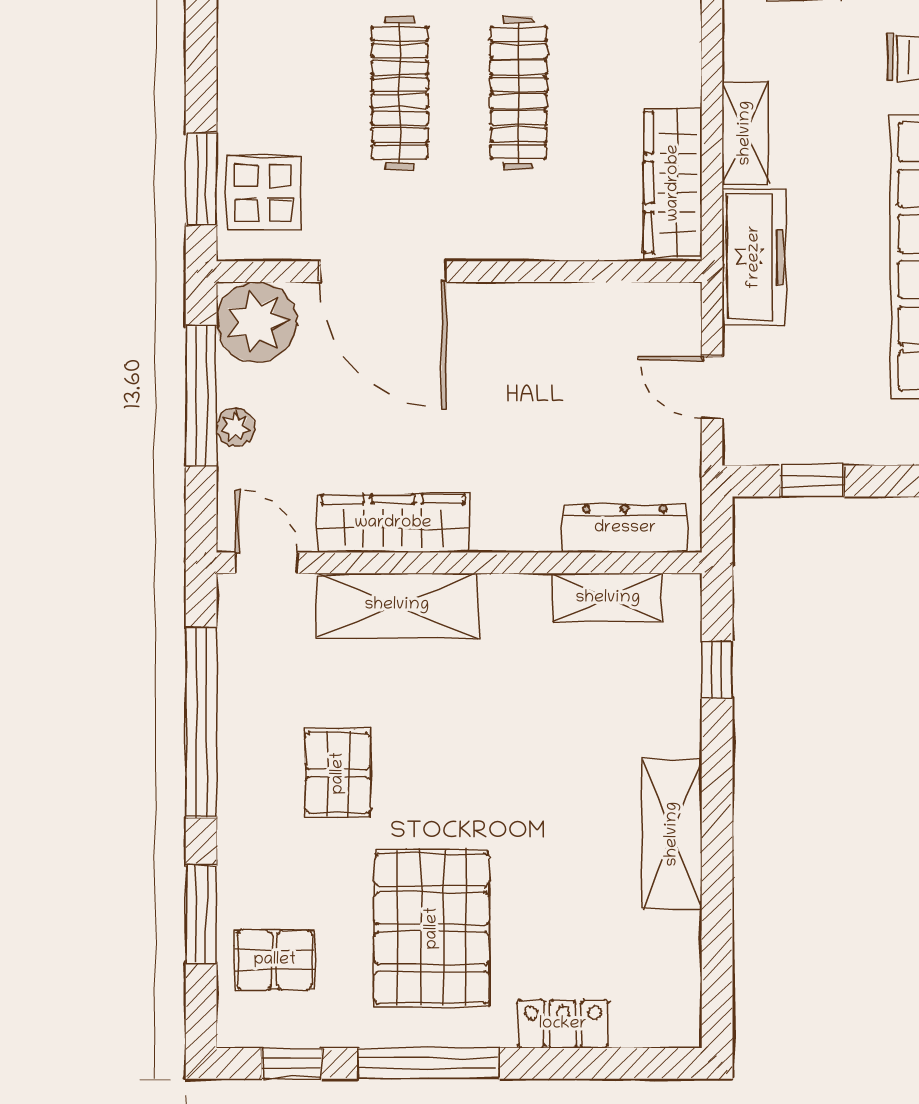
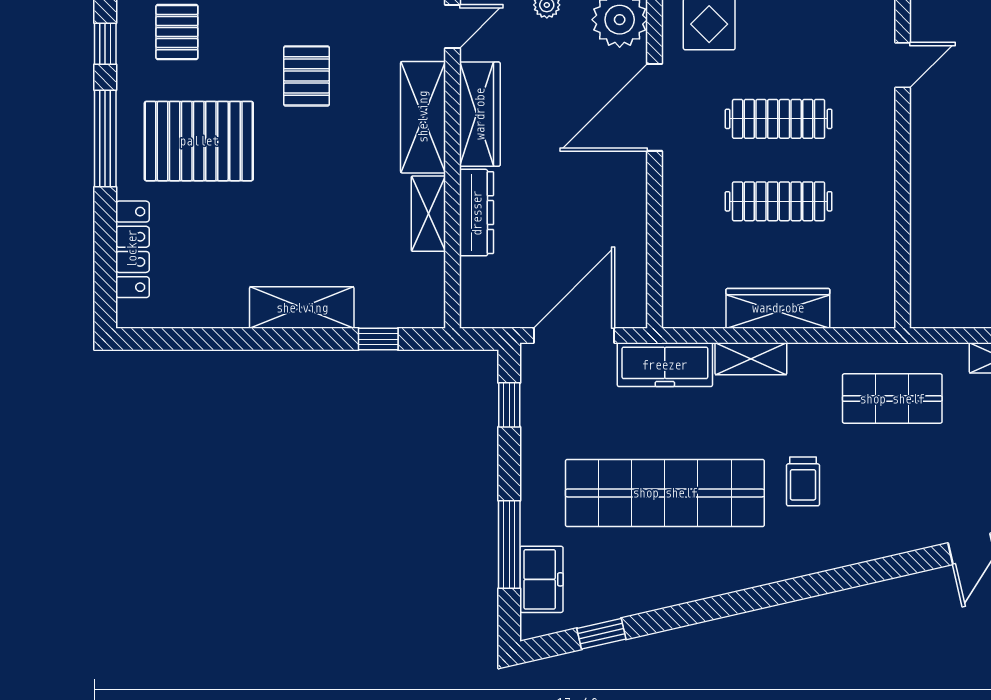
wardrobe: (673, 183) -> (778, 308), moved
door: (712, 388) -> (574, 336), width x1.88
dresser: (625, 528) -> (477, 213), moved
shelving: (608, 598) -> (428, 214), moved
pallet: (338, 773) -> (307, 76), turned 90
shelving: (672, 834) -> (302, 308), moved
locker: (563, 1024) -> (132, 249), width x1.53

